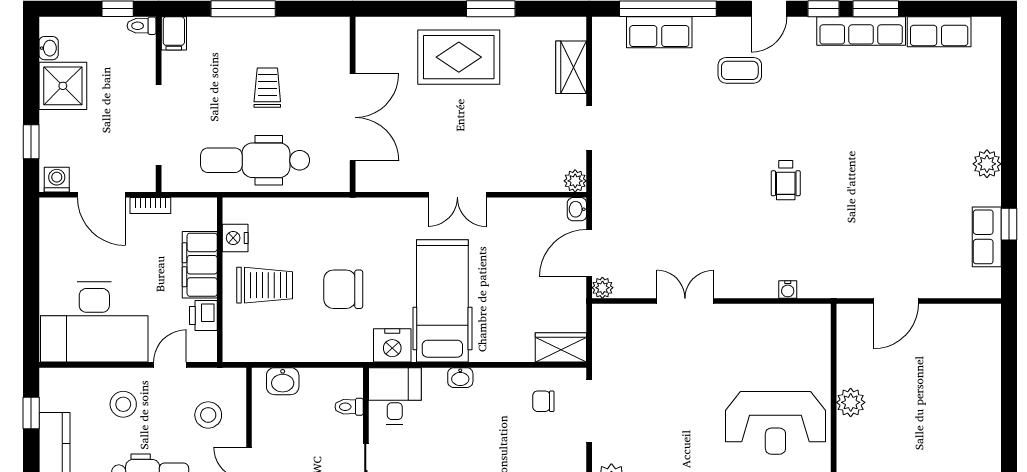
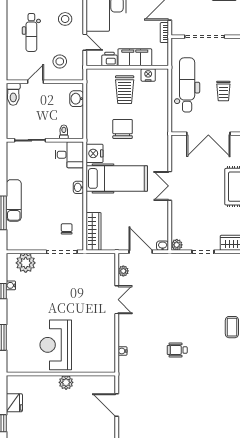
trolley: (267, 88) -> (223, 91), turned 90
plant: (602, 288) -> (123, 271), moved
wardrobe: (561, 347) -> (94, 231), width x1.50

